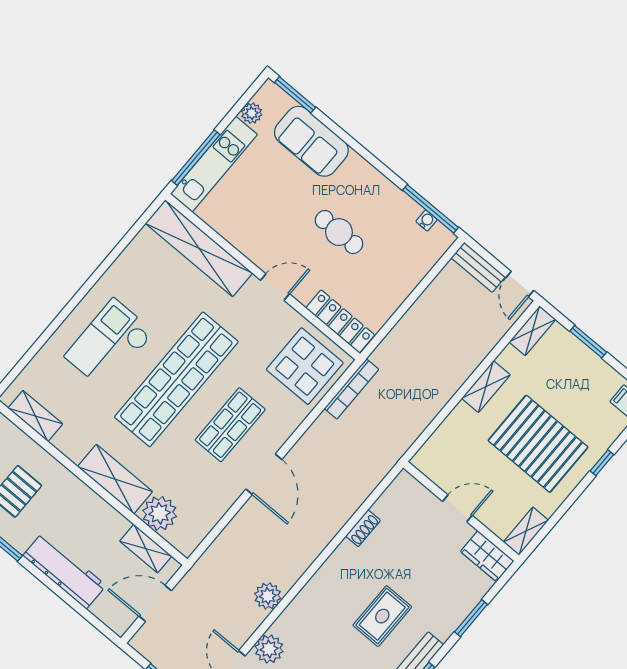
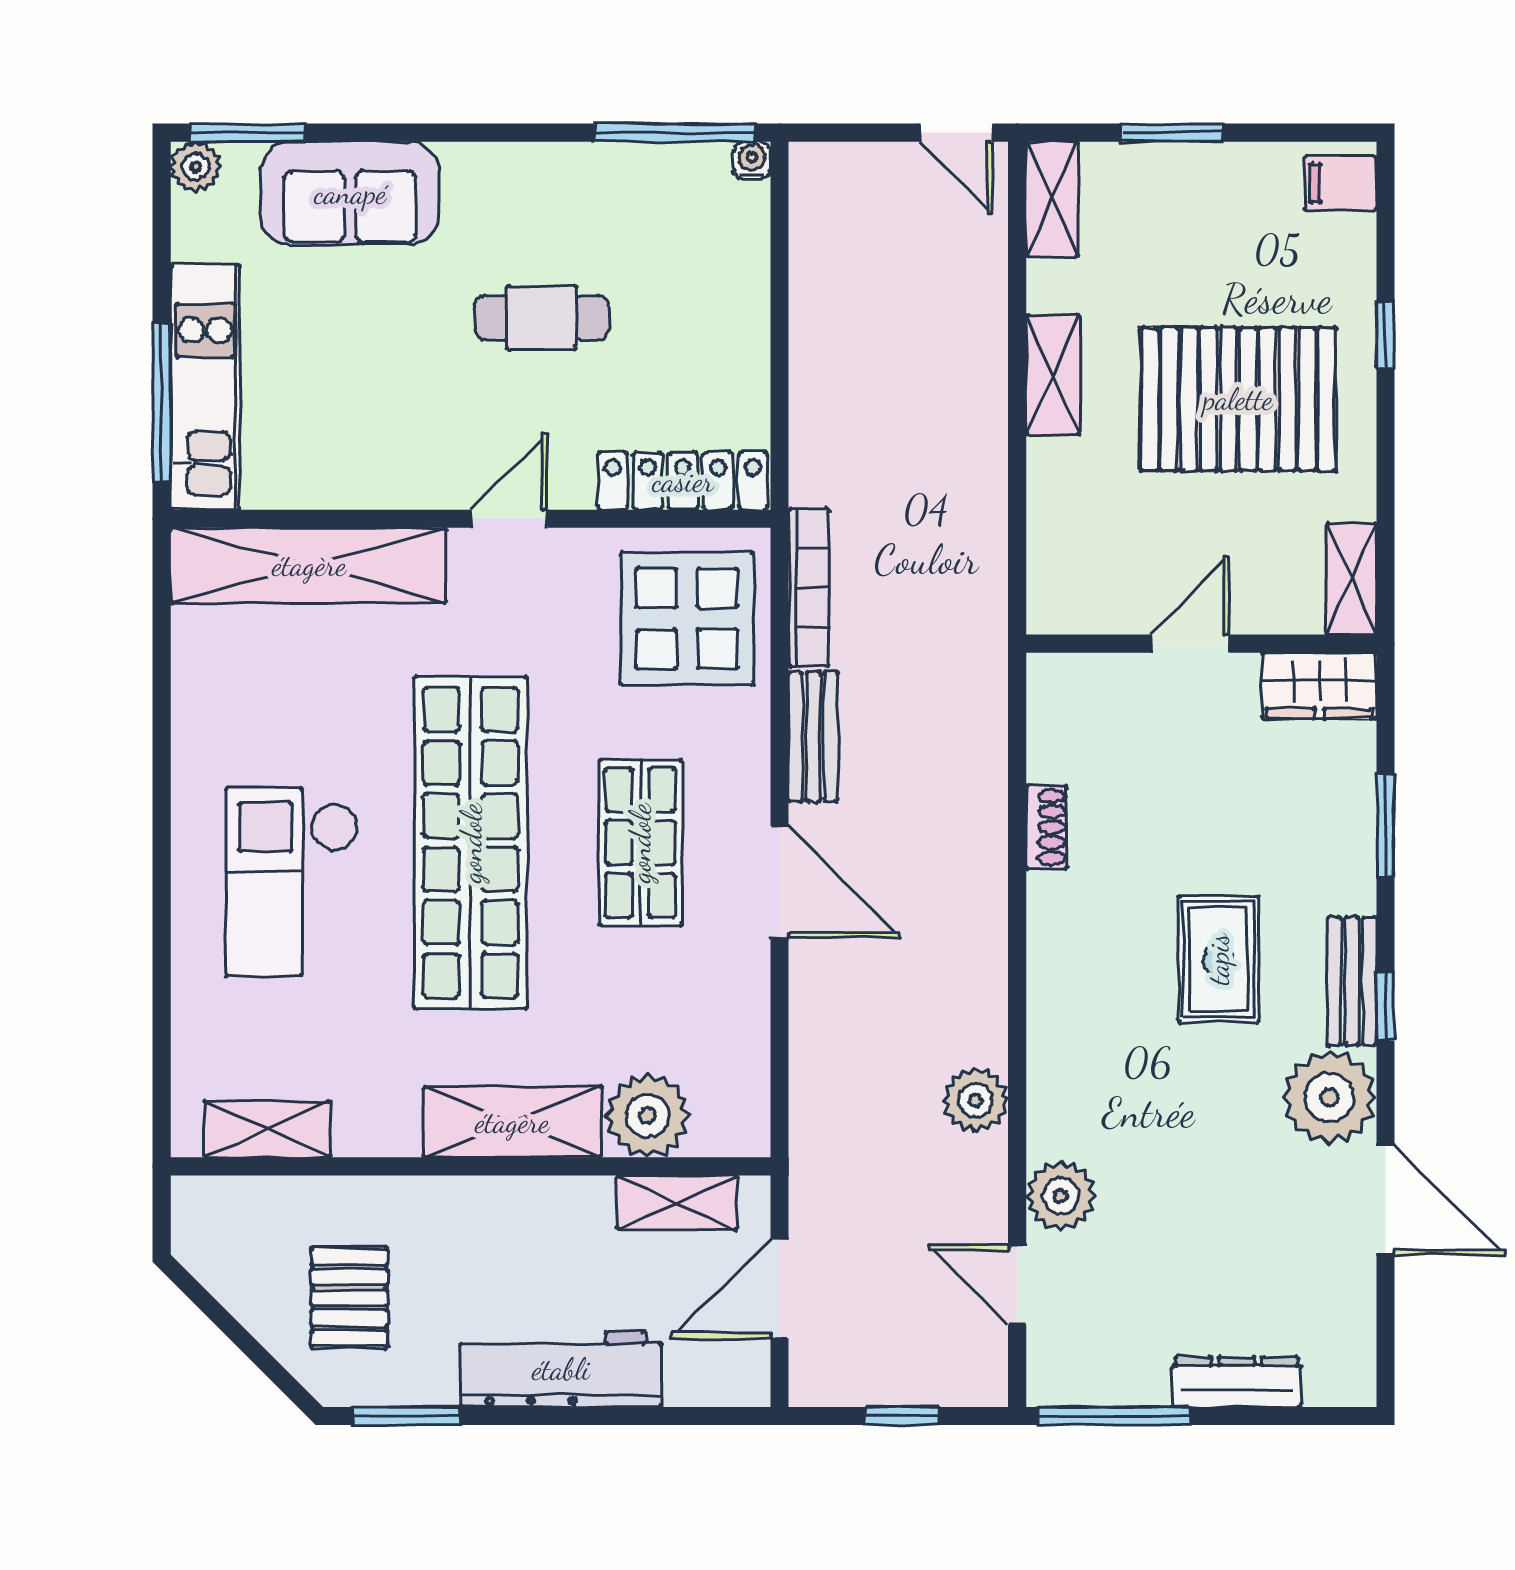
plant: (252, 113) -> (196, 167), moved
water cooler: (427, 220) -> (752, 160), moved
bench: (478, 267) -> (813, 737), moved, turned 90

